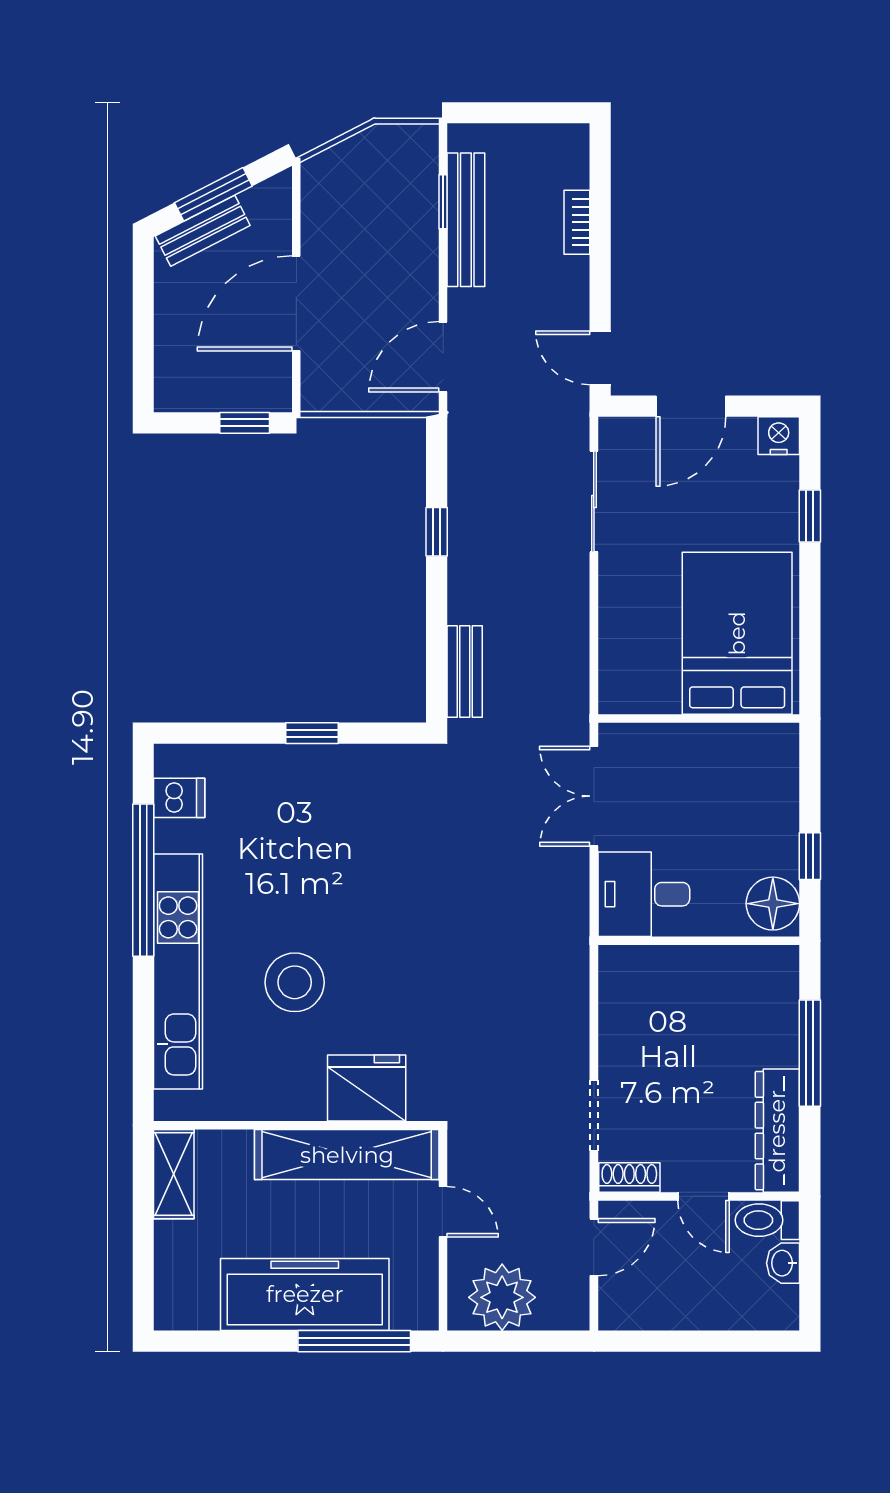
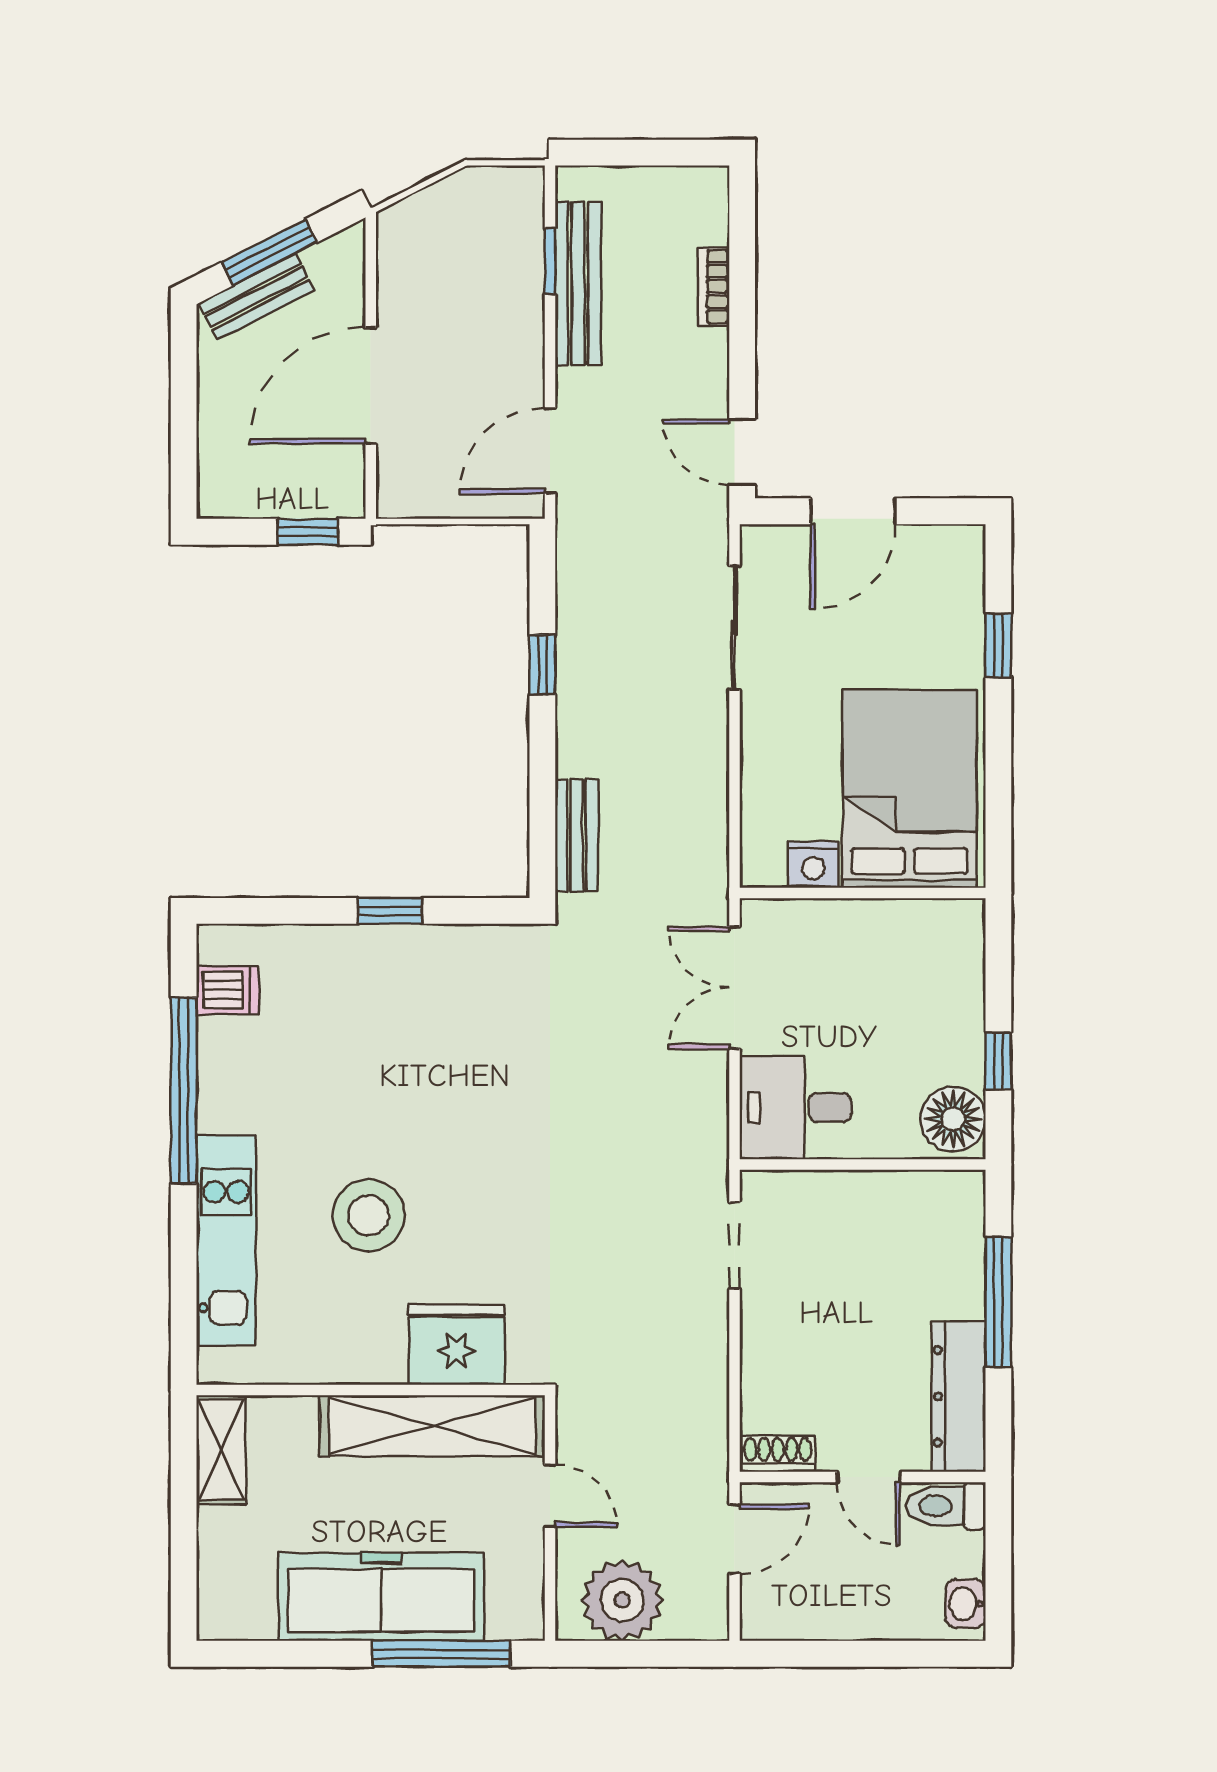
nightstand: (779, 436) -> (813, 865), moved, turned 180
kitchen unit: (178, 972) -> (226, 1240), width x0.73
doorway: (594, 1116) -> (734, 1245), moved
washbasin: (783, 1263) -> (966, 1604), moved

